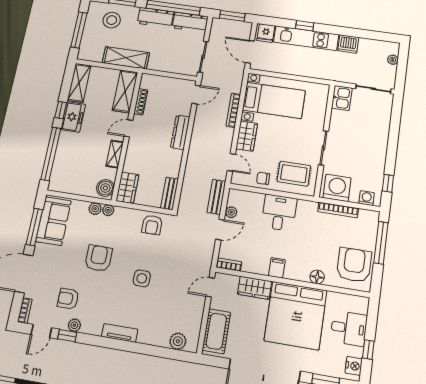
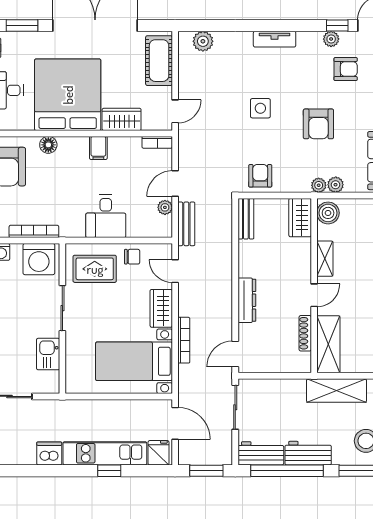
kitchen sink: (342, 98) -> (48, 354), moved

